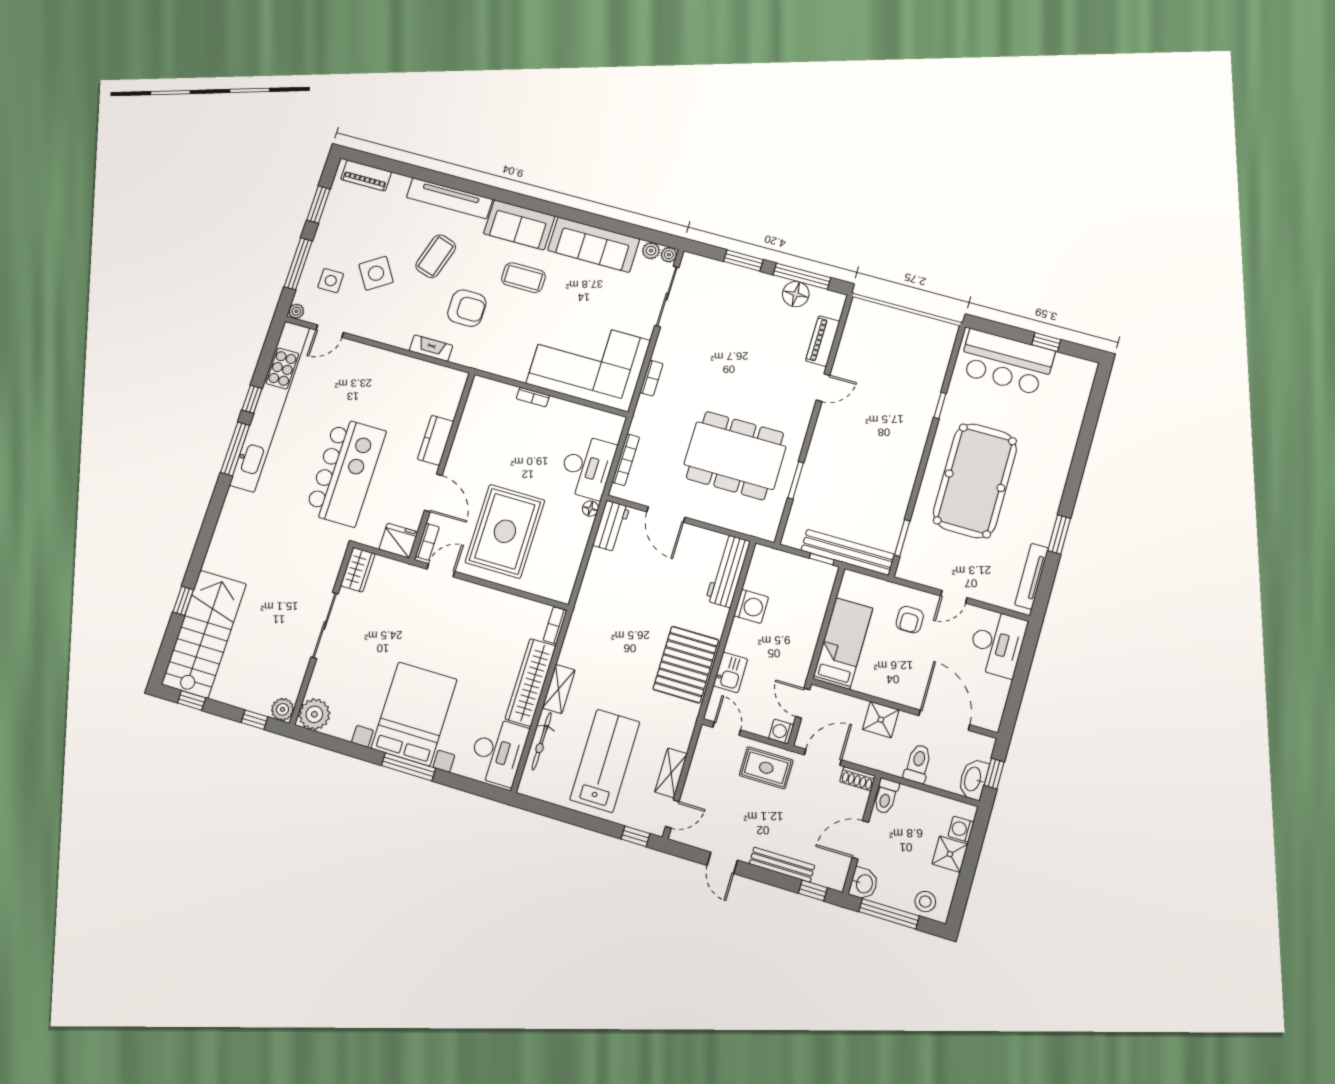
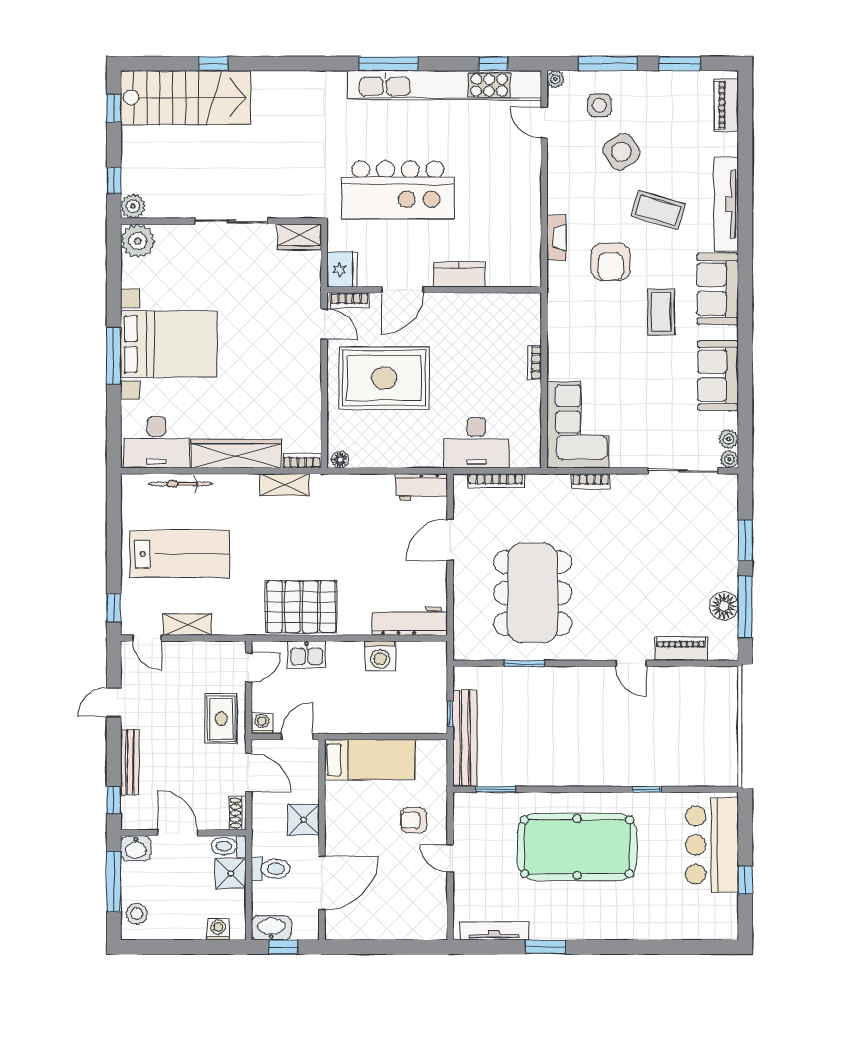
sofa: (594, 245) -> (718, 376), width x0.73
corner sofa: (588, 362) -> (578, 425), width x0.73, depth x0.74
window: (252, 399) -> (493, 64), moved
floor lamp: (590, 509) -> (340, 460), moved
desk: (997, 644) -> (415, 915), removed
shelving: (559, 689) -> (284, 485), moved
shower: (950, 854) -> (231, 874), moved

